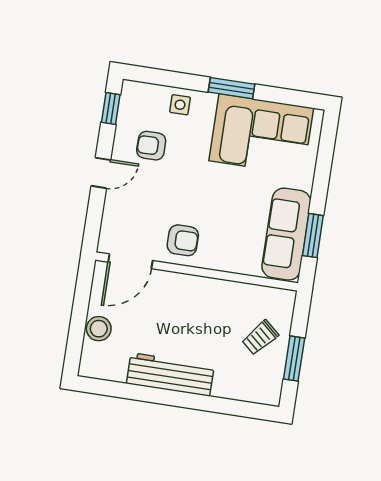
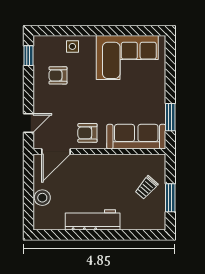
window: (231, 88) -> (104, 31), removed
door: (101, 173) -> (28, 123), moved
sofa: (286, 234) -> (136, 137), moved, turned 90
armchair: (183, 240) -> (87, 133), turned 180

